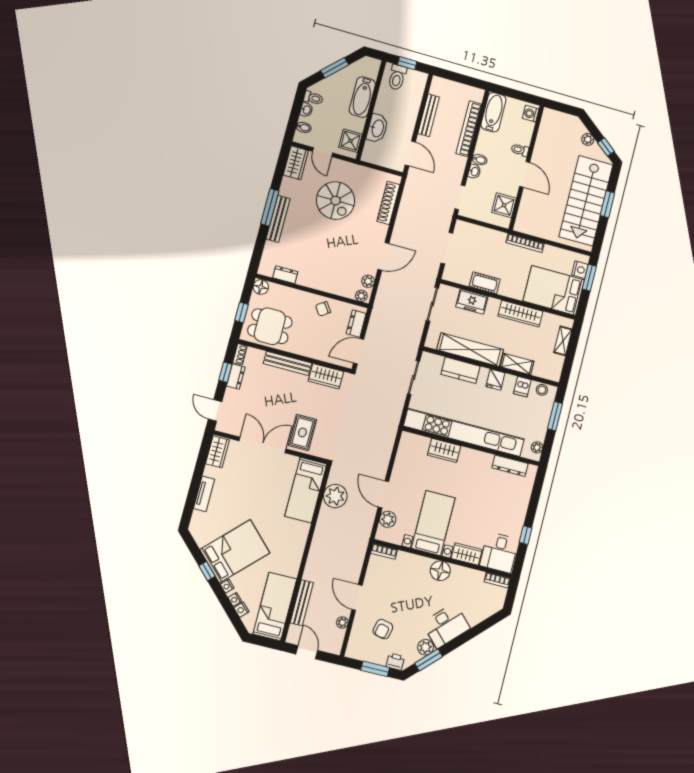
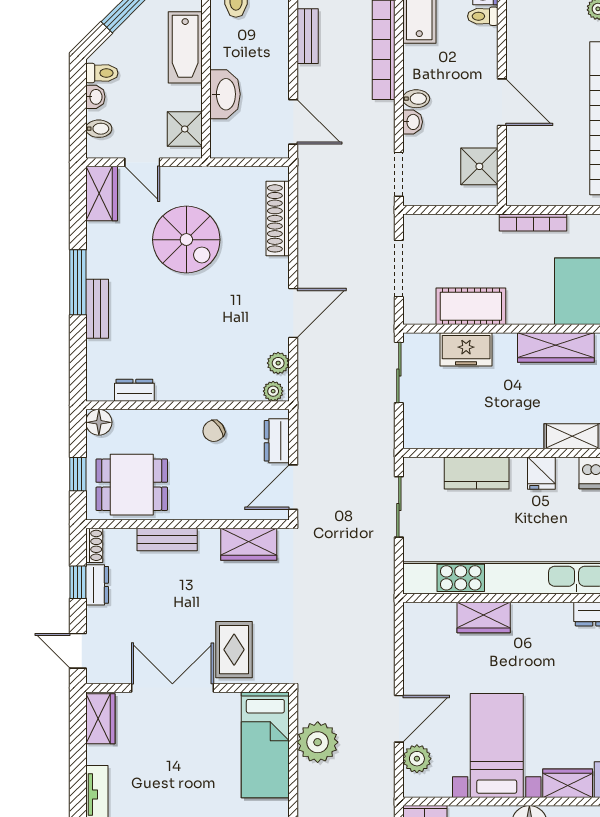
bench: (429, 115) -> (308, 36), width x0.73
toilet: (520, 150) -> (483, 16), moved
bench: (278, 219) -> (97, 309), width x0.73
cot: (485, 283) -> (471, 306), width x1.37, depth x1.34
shelving: (470, 350) -> (484, 433), removed
bench: (287, 363) -> (167, 540), width x0.73
door: (383, 494) -> (399, 719), swing flipped

